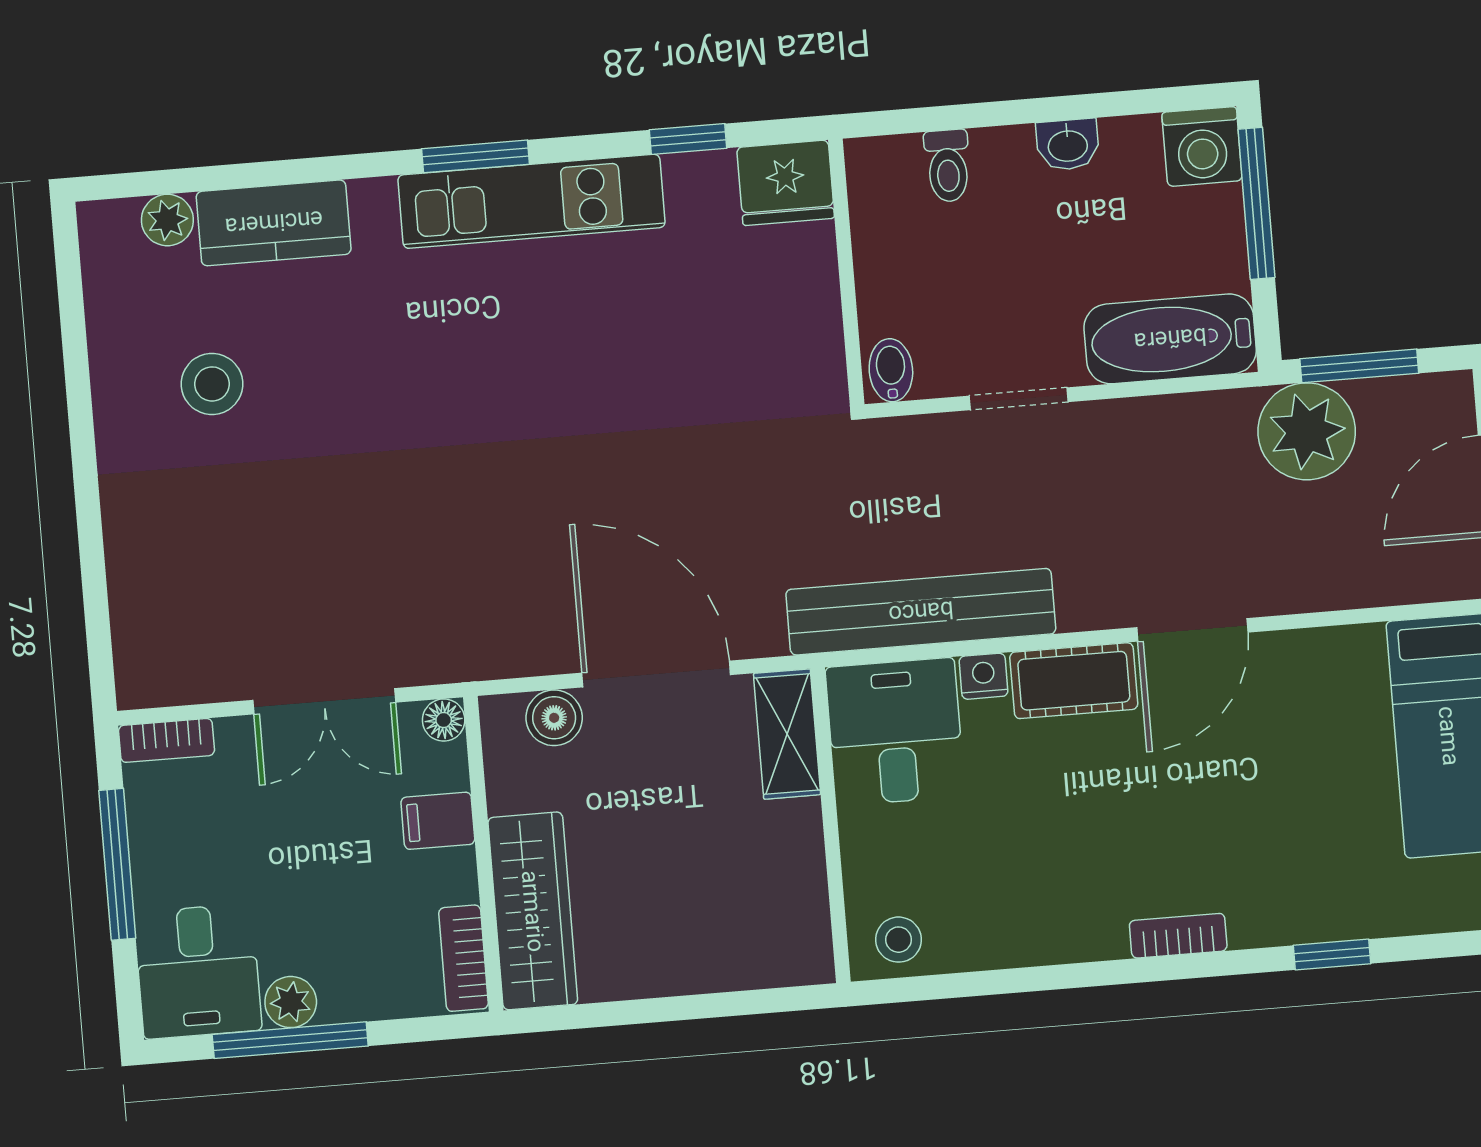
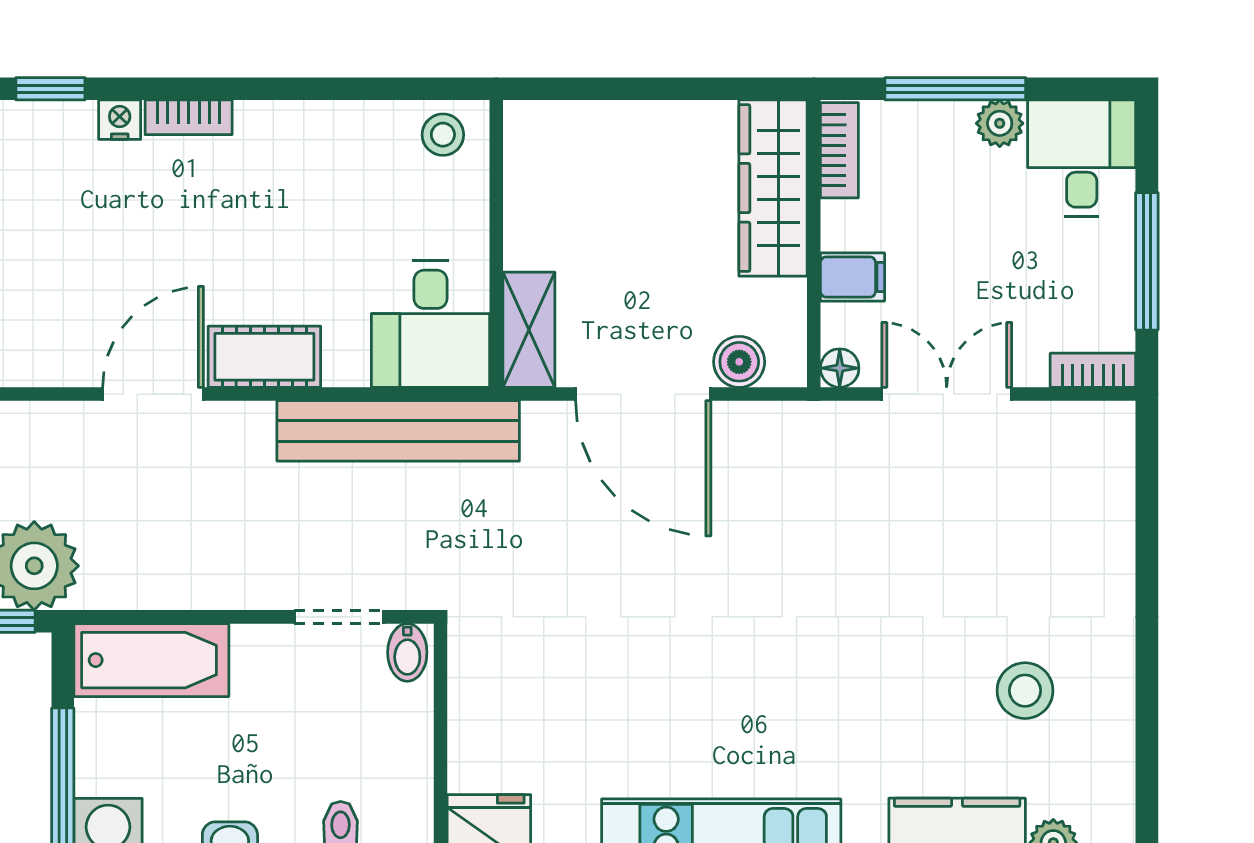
doorway: (1019, 399) -> (339, 617), moved
nightstand: (983, 676) -> (120, 120), moved, turned 180
window: (290, 1040) -> (955, 89), moved

